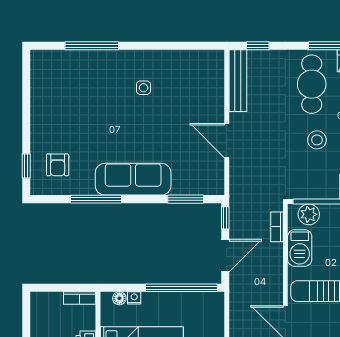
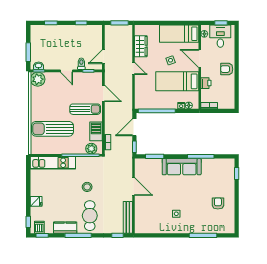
armchair: (58, 165) -> (218, 203), moved

